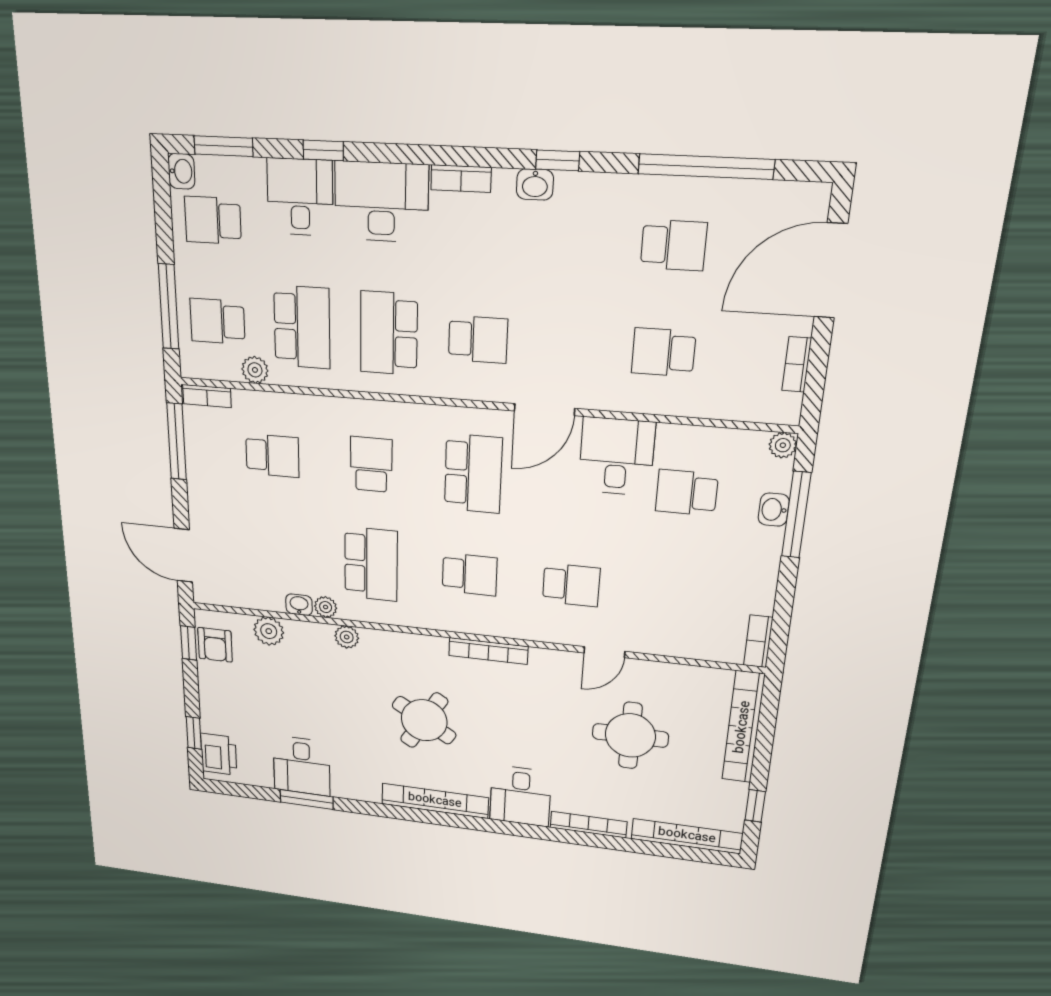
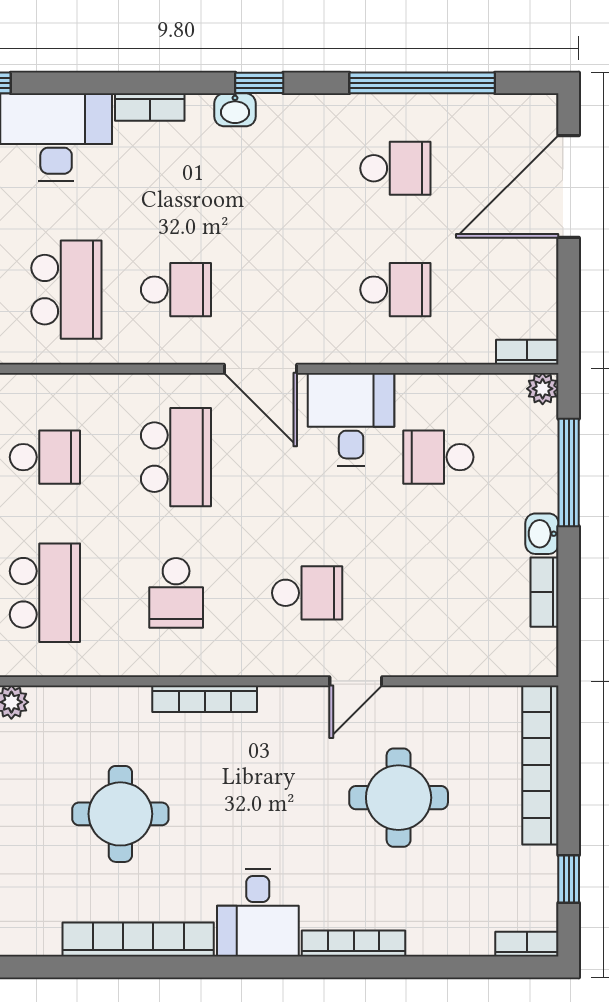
school desk: (389, 333) -> (66, 290), turned 180
school desk: (664, 352) -> (395, 290), turned 180
bookcase: (797, 364) -> (527, 352), moved, turned 90
door: (544, 410) -> (260, 369), hinge flipped
school desk: (371, 464) -> (45, 457), turned 90
washbasin: (774, 510) -> (542, 534), moved
school desk: (470, 574) -> (176, 593), turned 90
bookcase: (758, 641) -> (545, 592), moved
round table: (424, 720) -> (120, 814), turned -31
bookcase: (687, 836) -> (527, 944), width x0.43, depth x0.76

